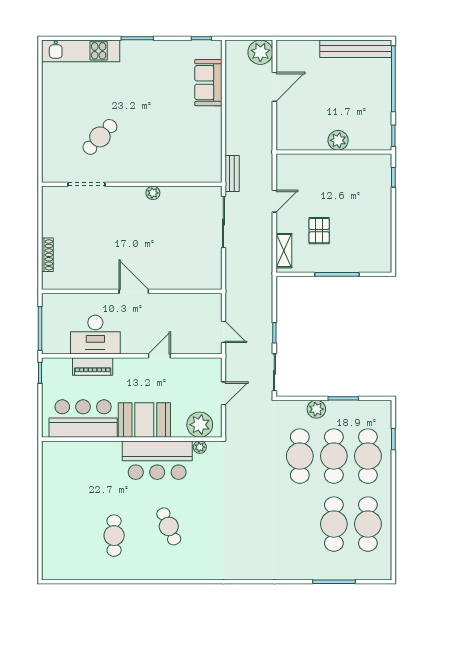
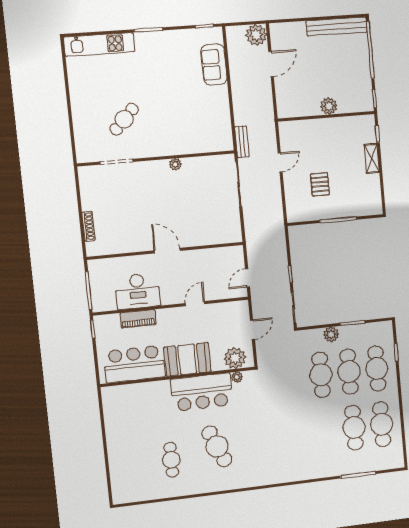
shelving: (284, 251) -> (372, 158), moved
door: (223, 332) -> (247, 278), swing flipped
cafe table: (169, 526) -> (217, 446), width x1.37, depth x1.35

